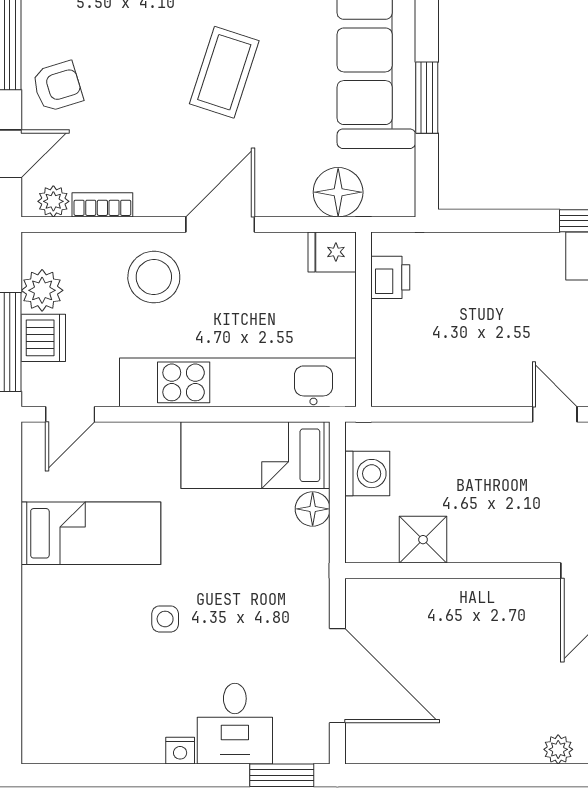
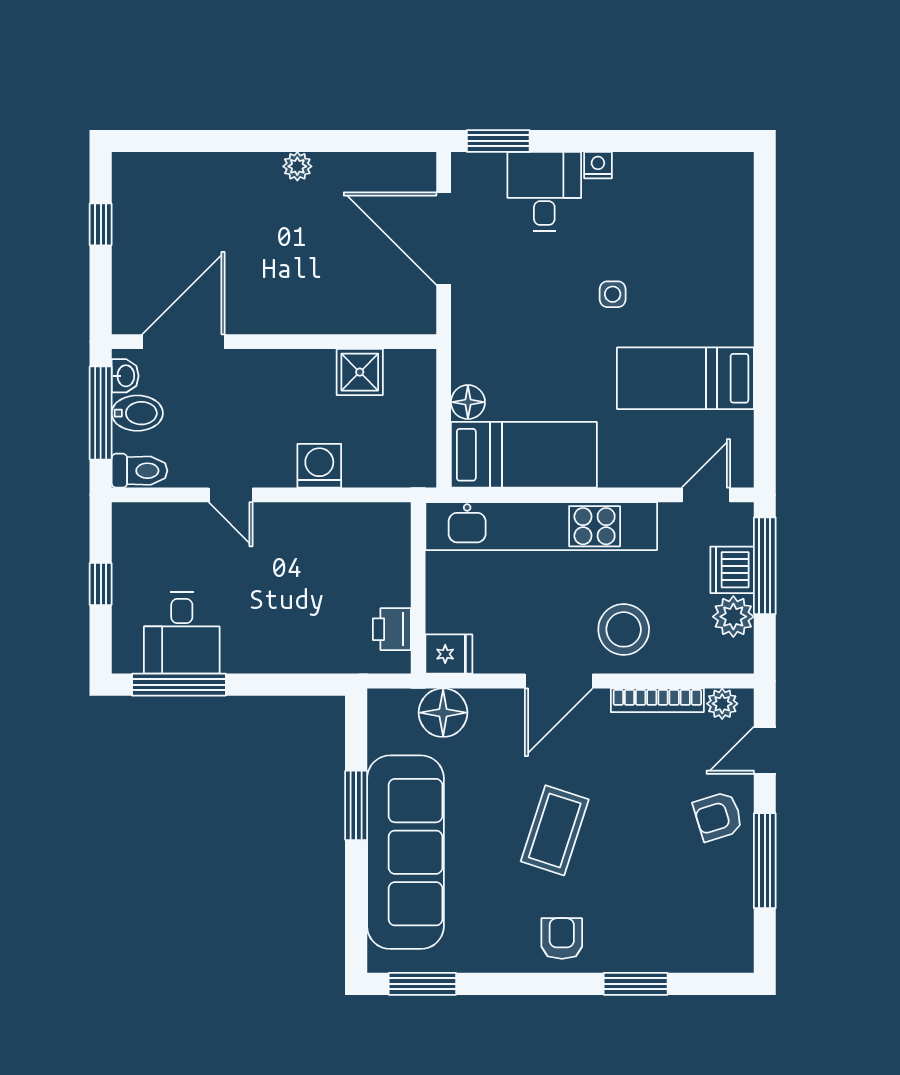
bookcase: (102, 205) -> (657, 700), width x1.56
washing machine: (367, 474) -> (319, 466), moved, turned 90
plant: (558, 749) -> (297, 166), moved

